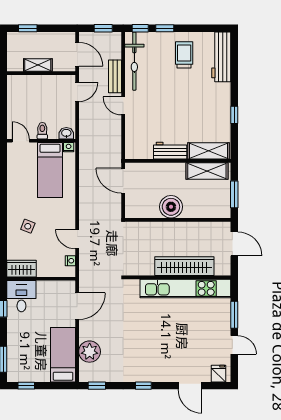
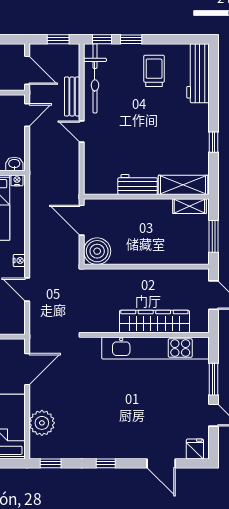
shelving: (207, 171) -> (189, 206), width x0.67, depth x0.75
boiler: (171, 207) -> (97, 251), moved
nightstand: (70, 261) -> (19, 260), moved

